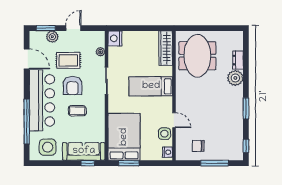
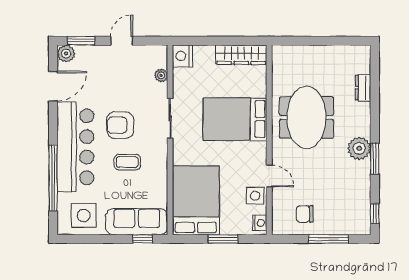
plant: (52, 37) -> (66, 53), moved
wardrobe: (166, 48) -> (241, 55), moved, turned -90
meeting table: (197, 56) -> (306, 117), moved
door: (27, 59) -> (53, 86), hinge flipped
rug: (68, 60) -> (114, 88), removed
plant: (235, 78) -> (359, 148), moved
armchair: (73, 86) -> (120, 125), turned 90
bed: (151, 86) -> (235, 119), width x1.50
window: (129, 163) -> (223, 239), moved

